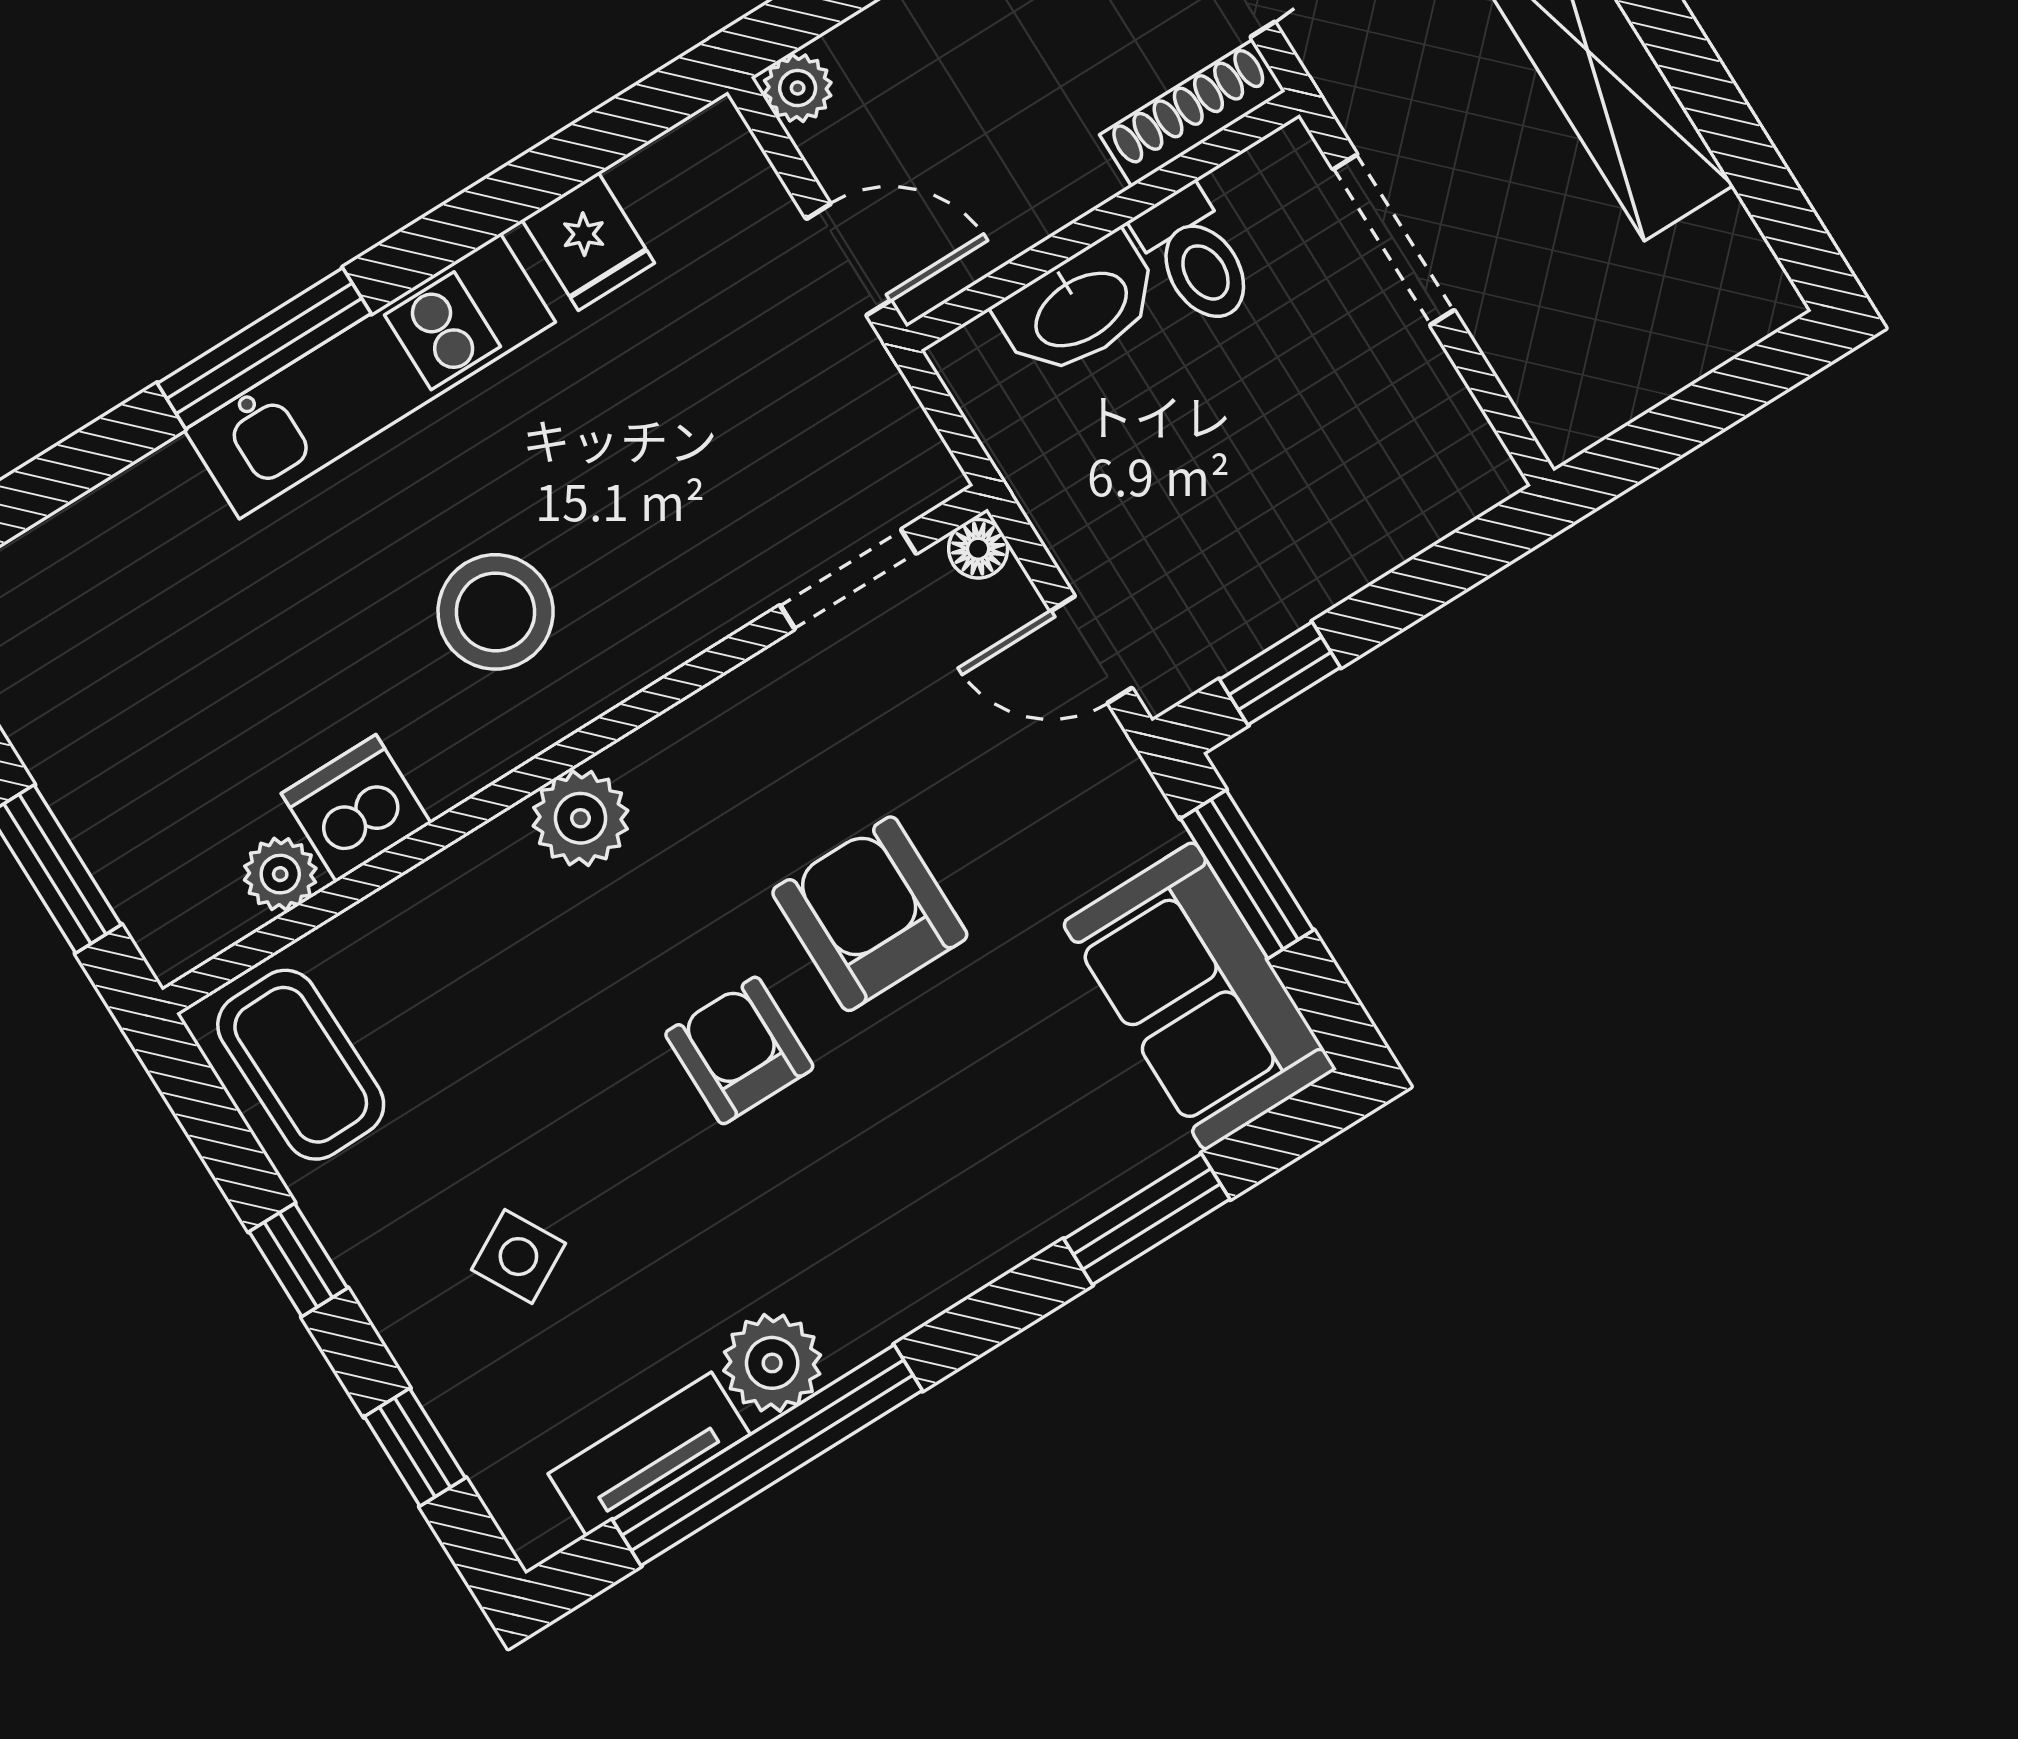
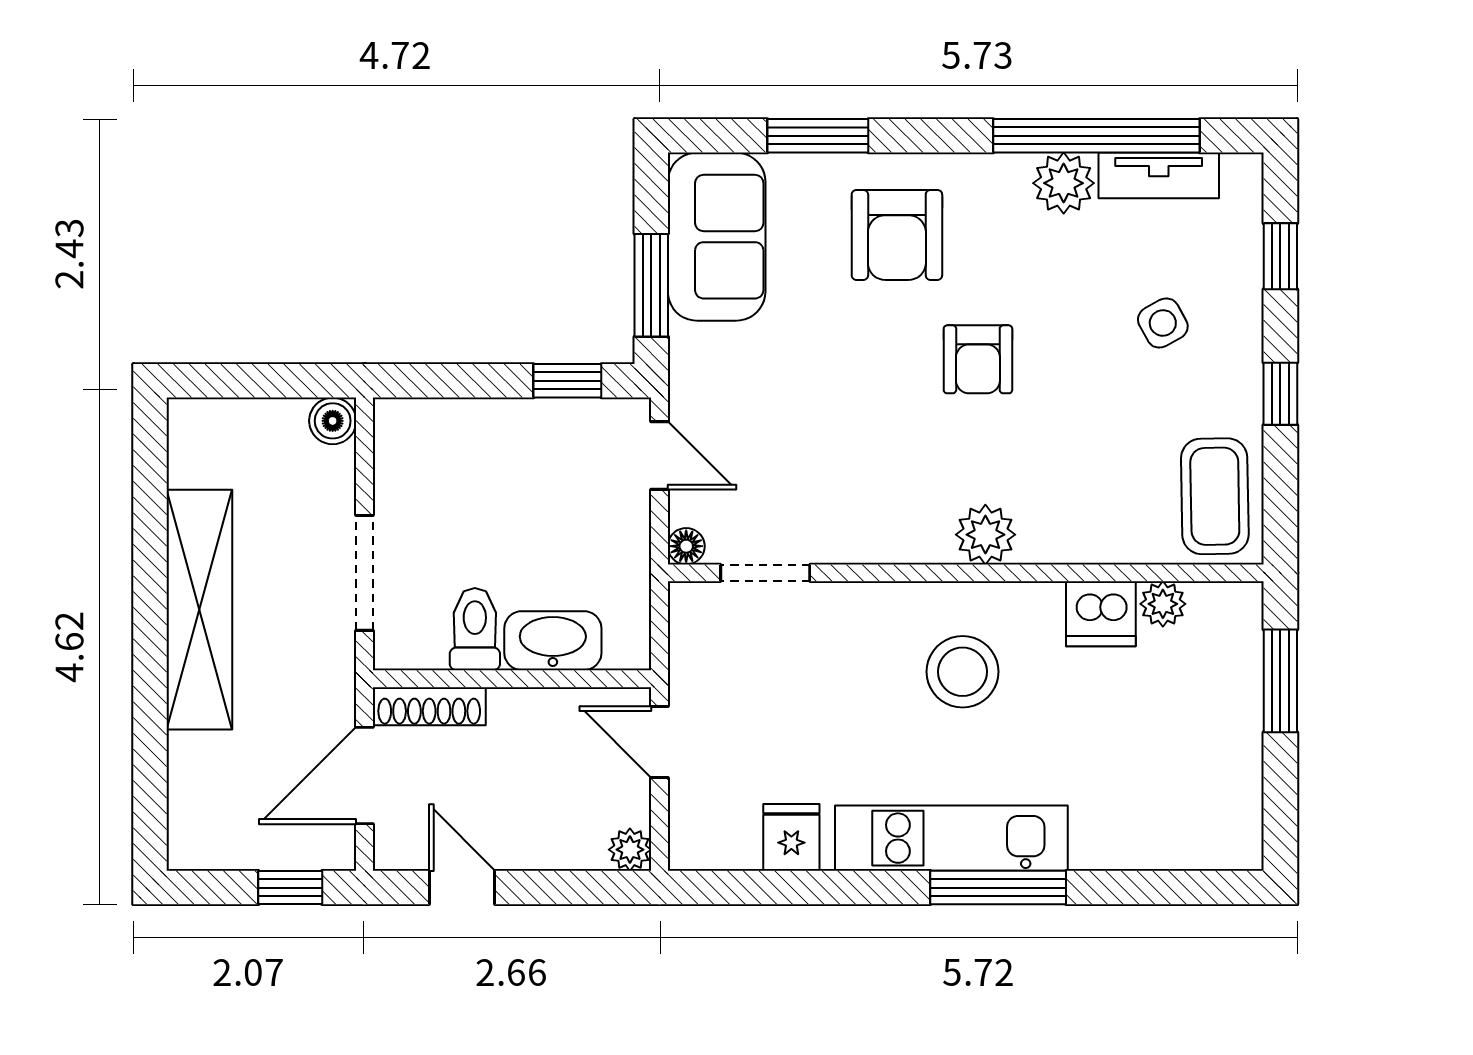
boiler: (1566, 420) -> (333, 421), added
armchair: (870, 914) -> (897, 235), moved

